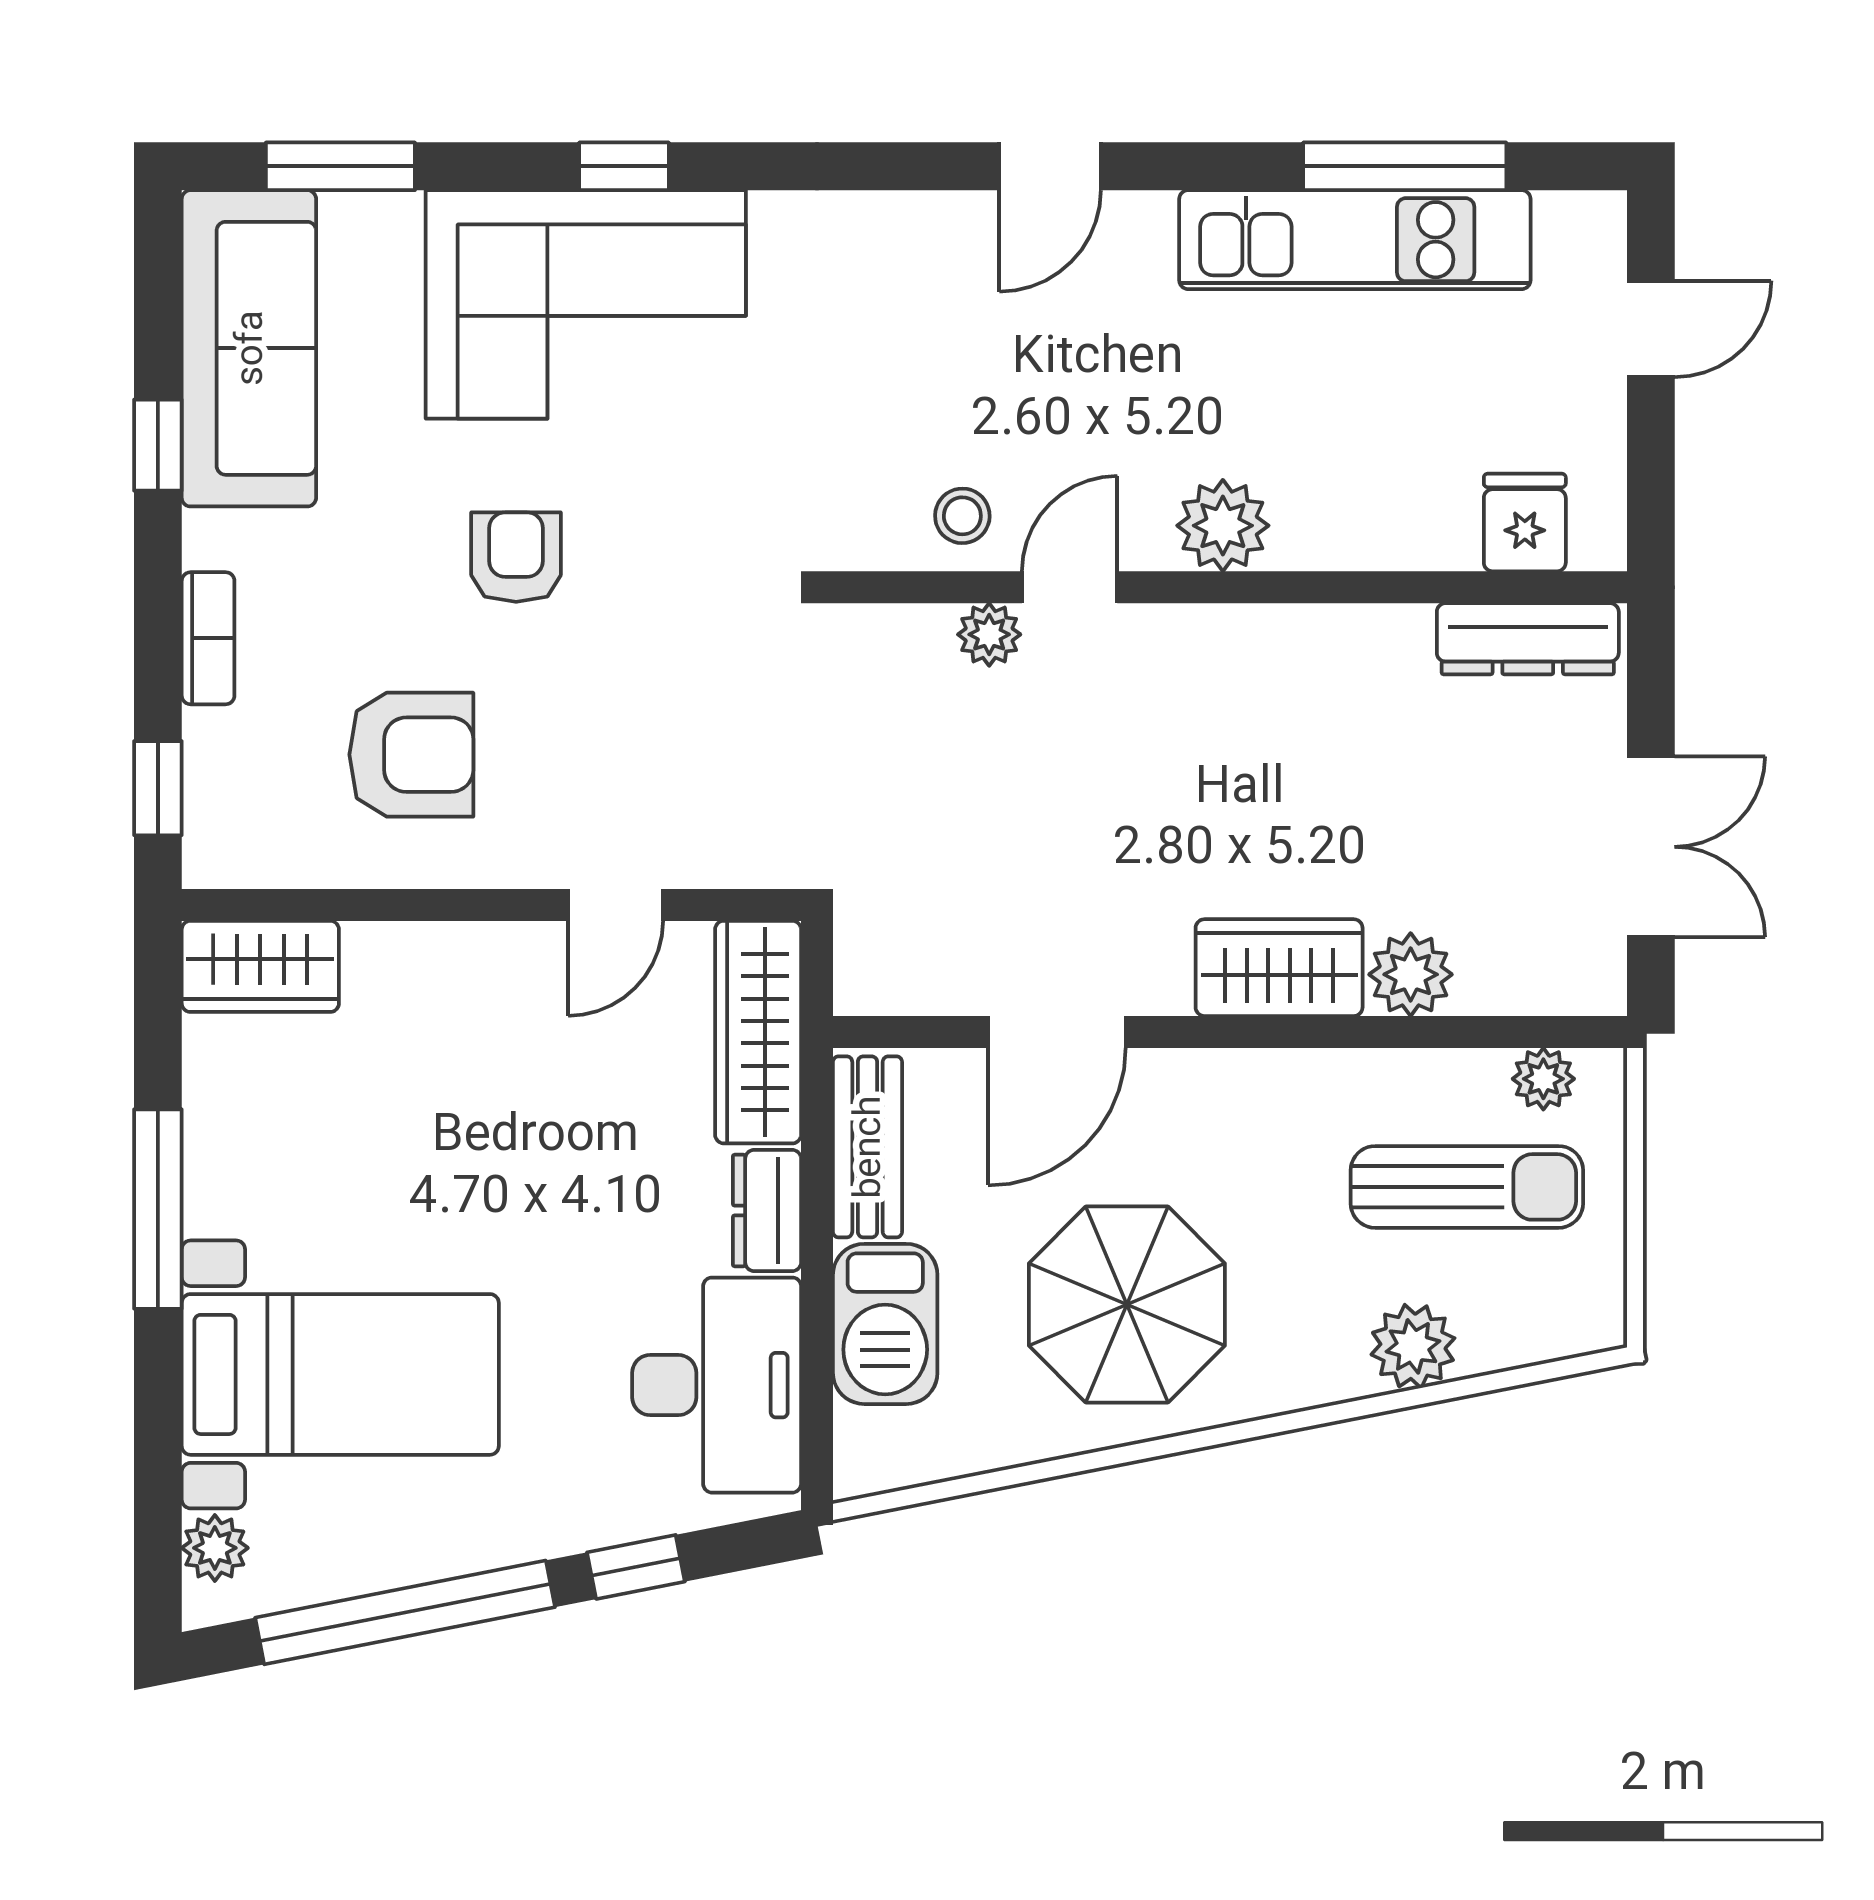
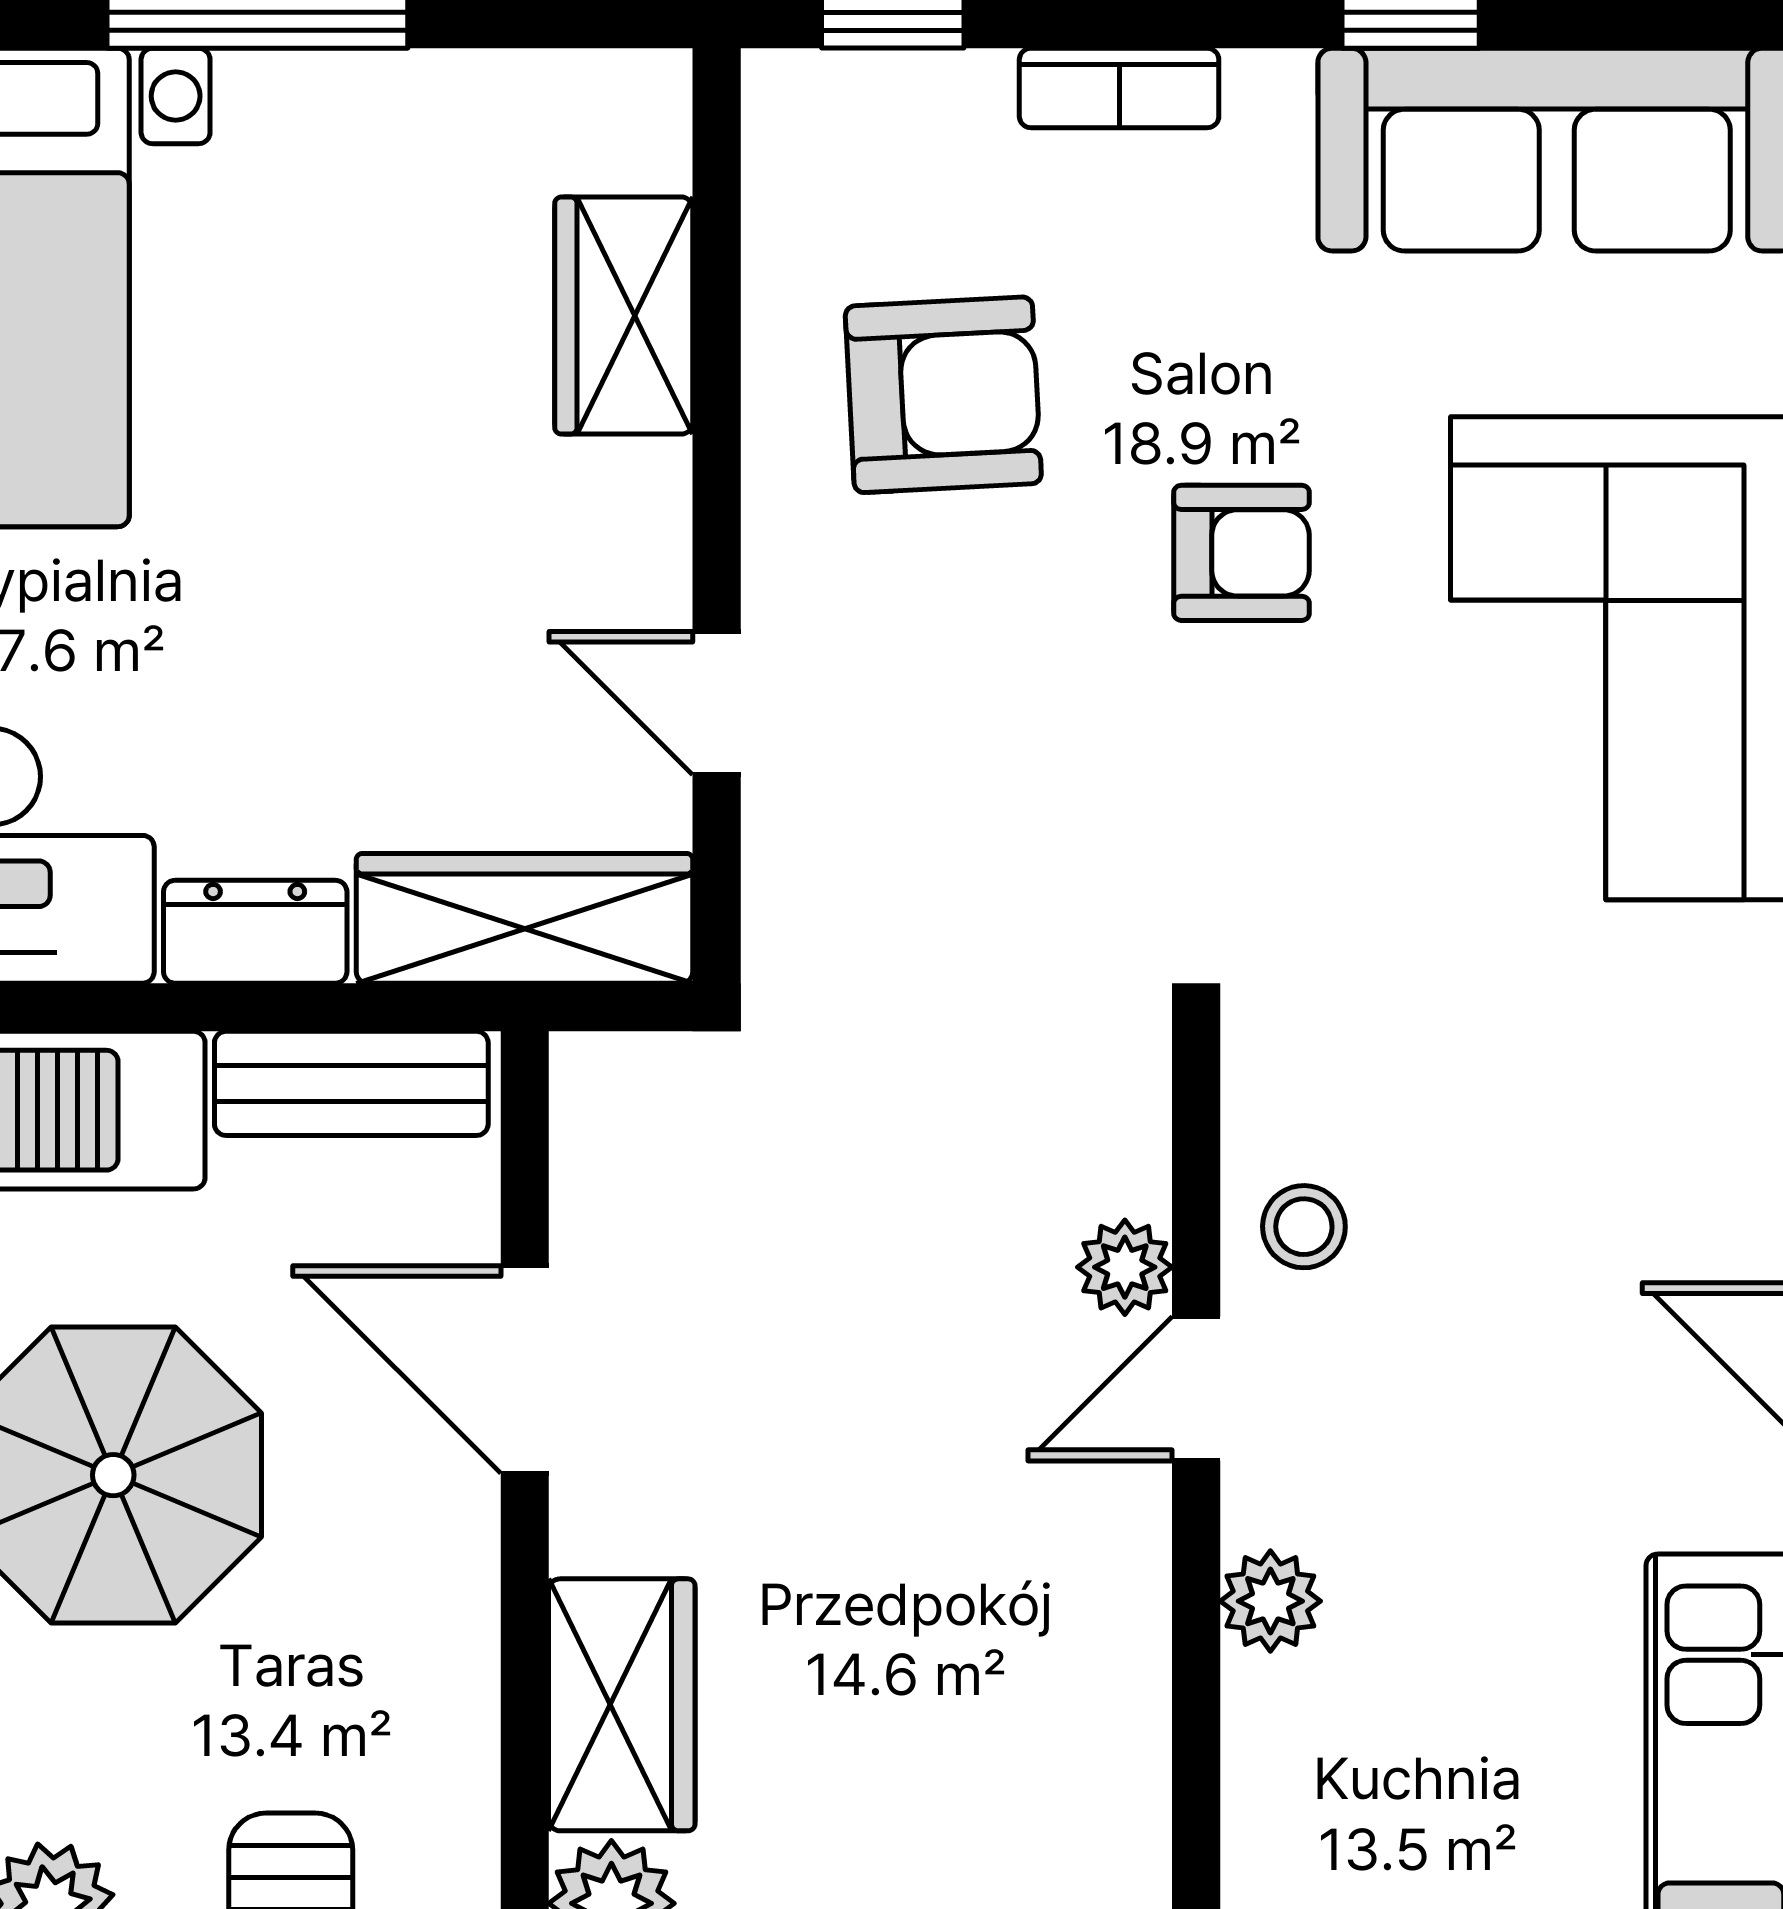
plant: (1223, 526) -> (1270, 1601), width x0.73, depth x0.73
door: (1070, 587) -> (1196, 1389), swing flipped
armchair: (411, 755) -> (943, 395), turned -93
wardrobe: (260, 966) -> (624, 316), moved

